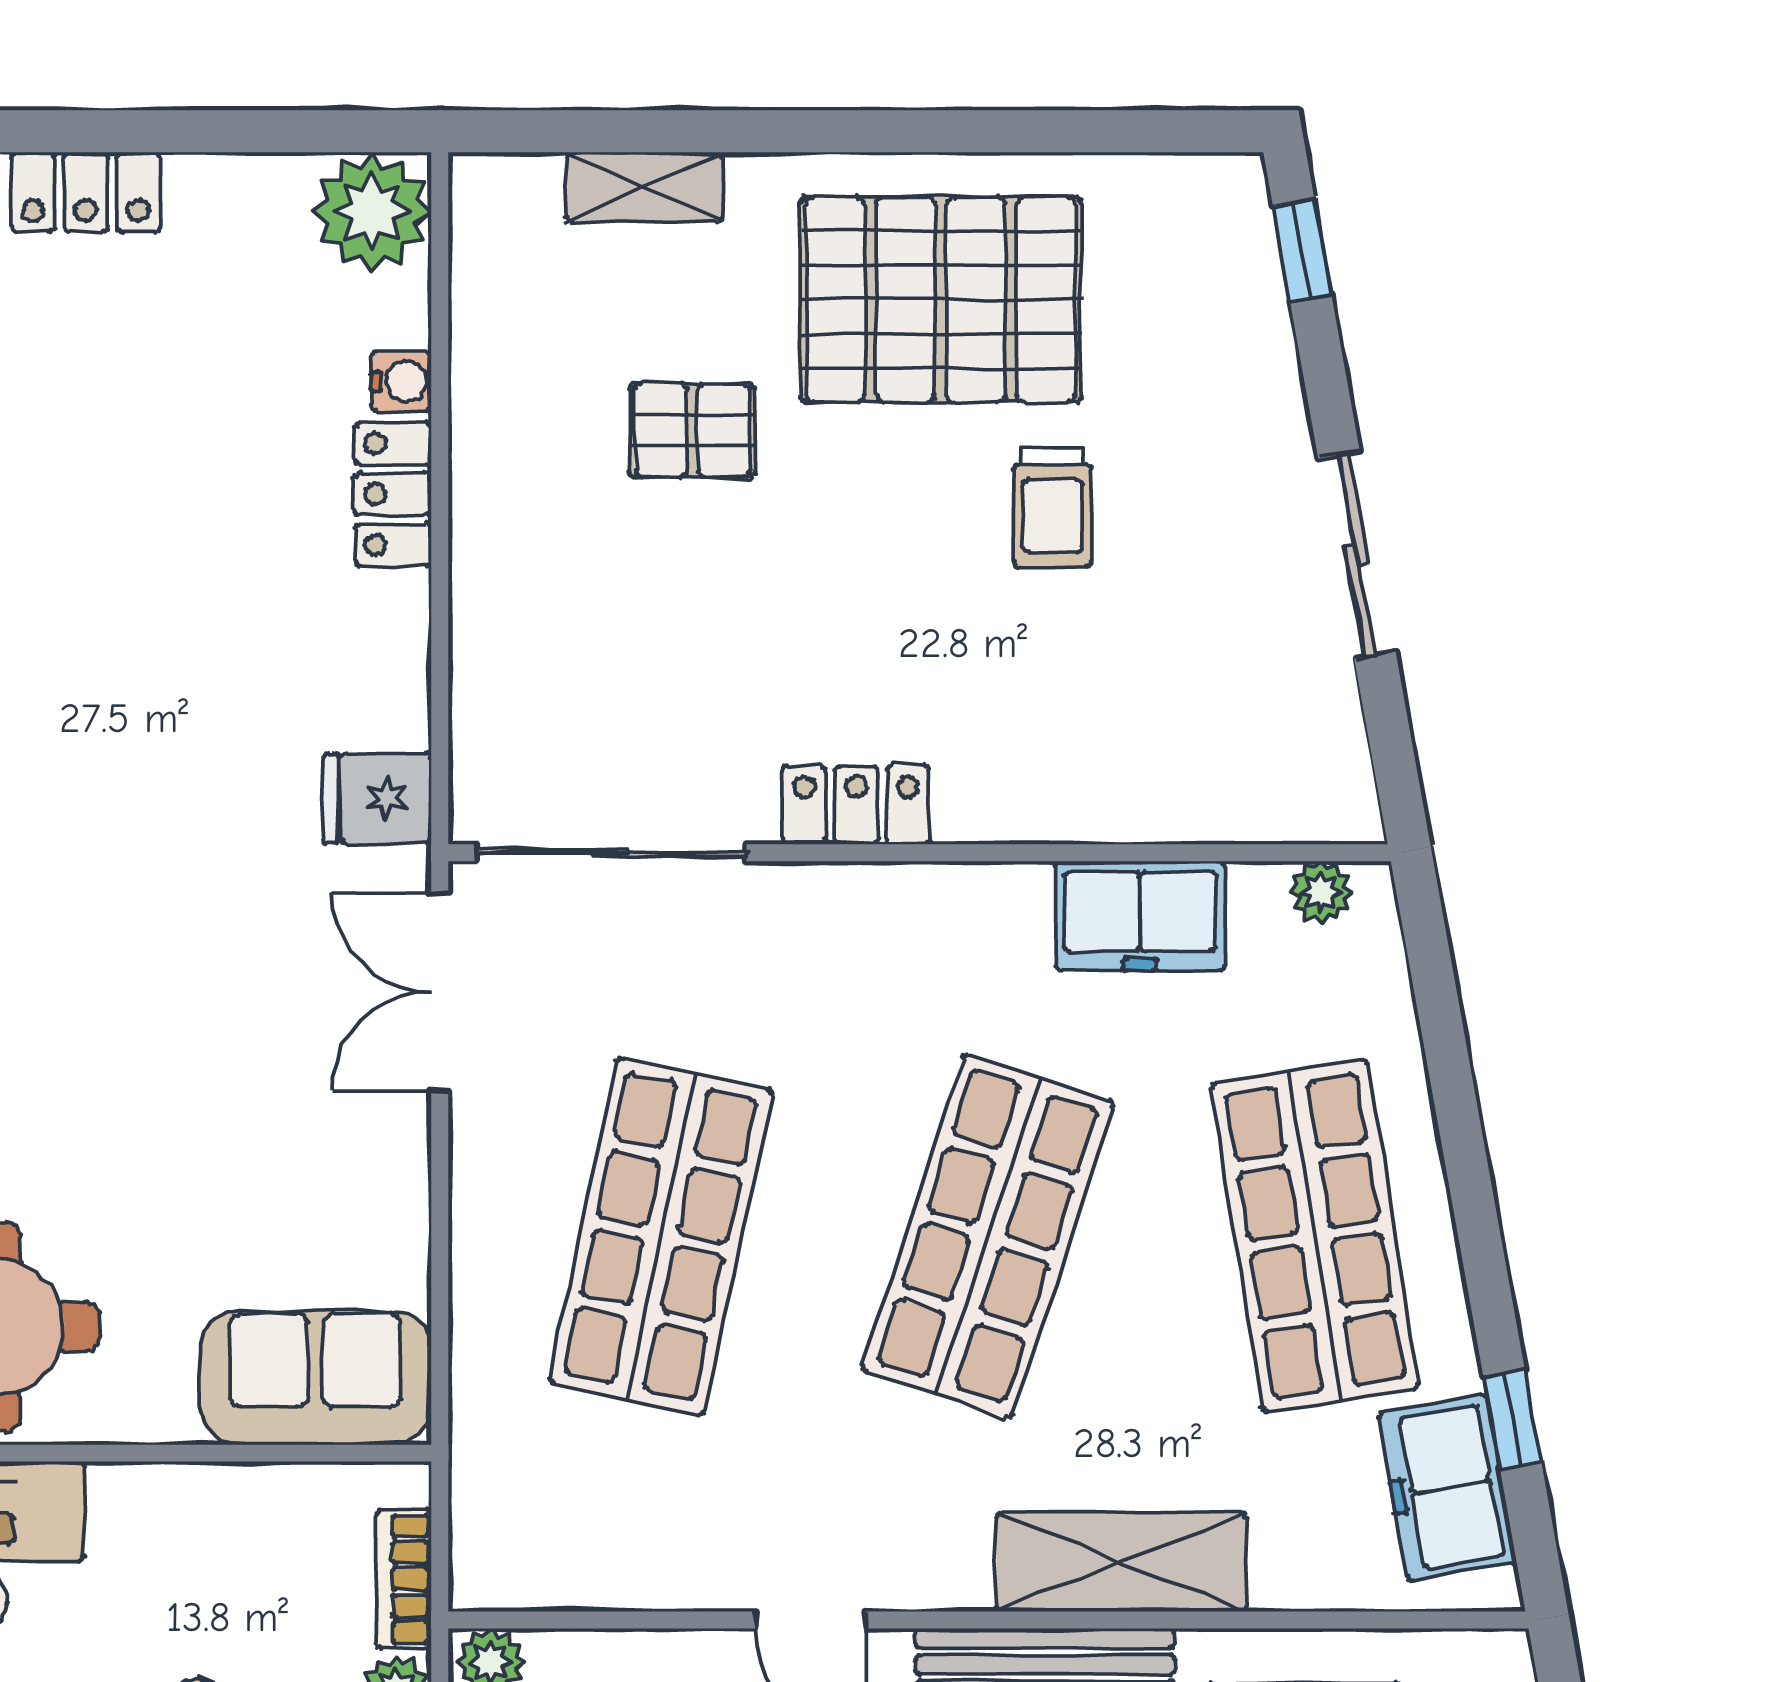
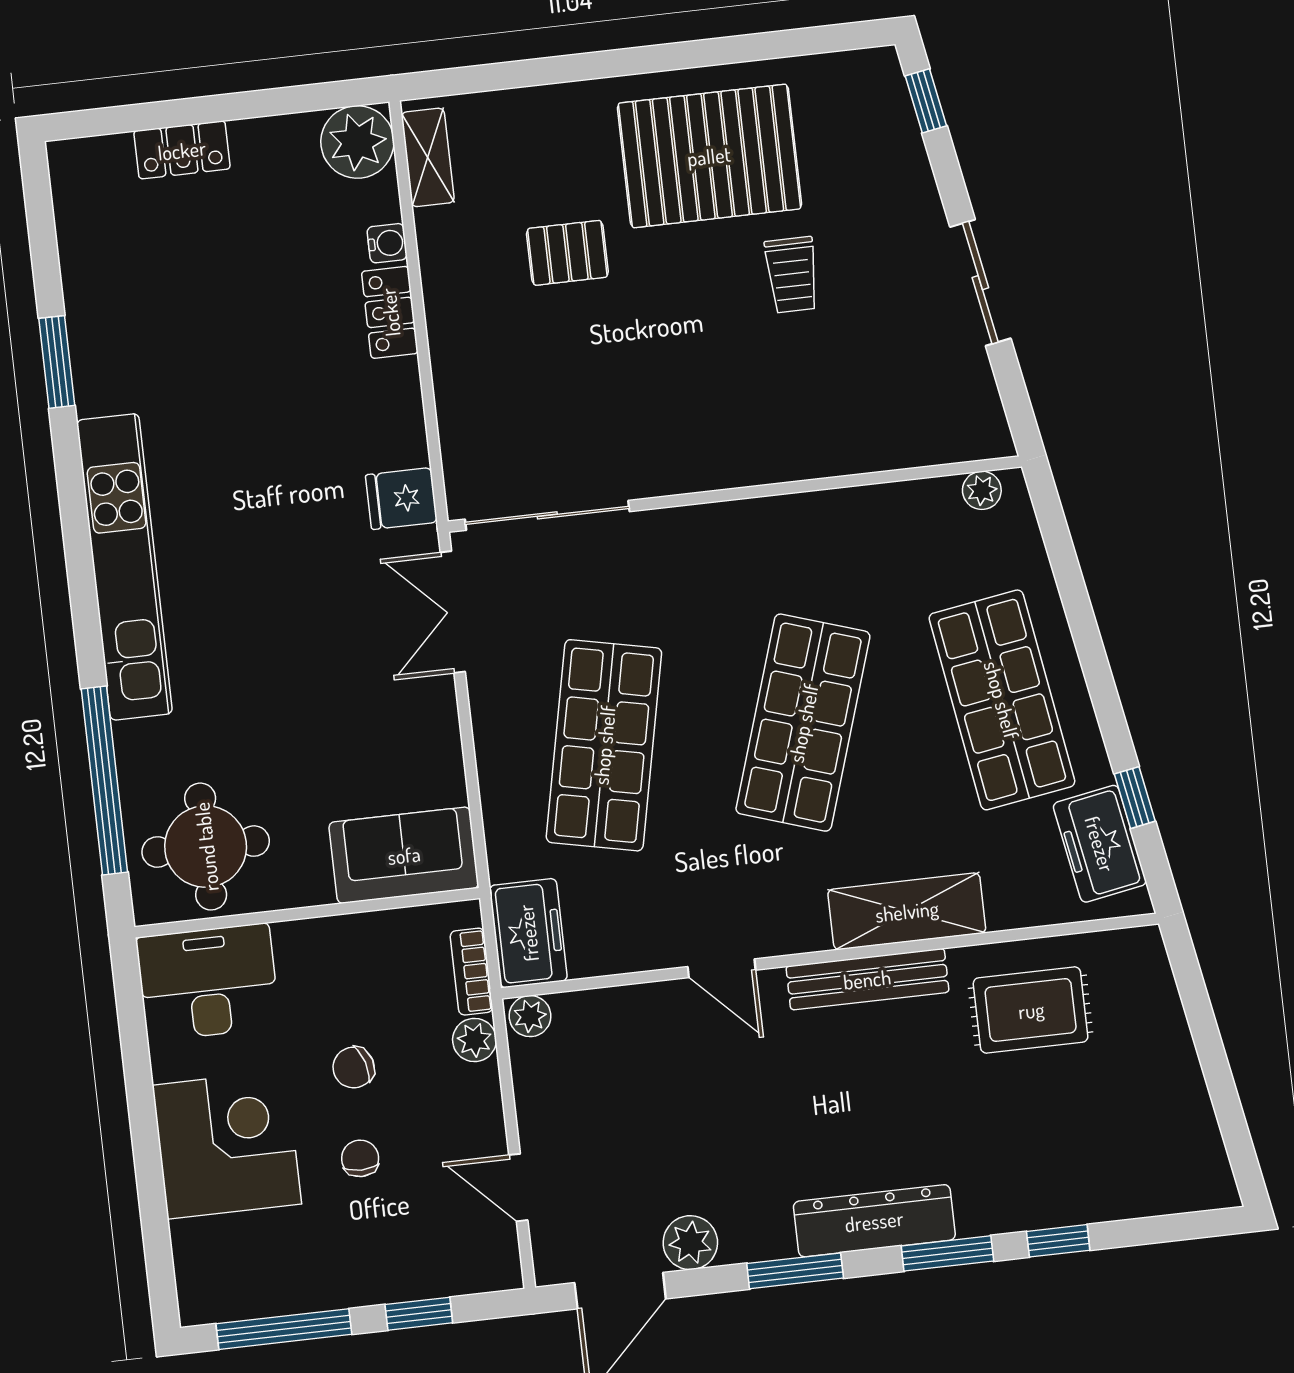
shelving: (644, 187) -> (428, 157), moved, turned 90
locker: (856, 805) -> (693, 469), removed
freezer: (1140, 916) -> (528, 933), moved, turned -90

